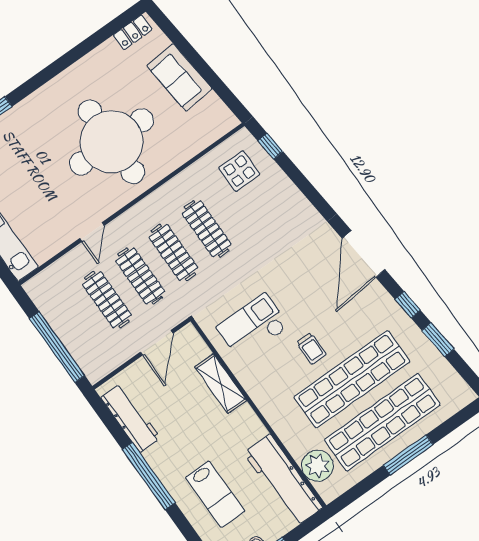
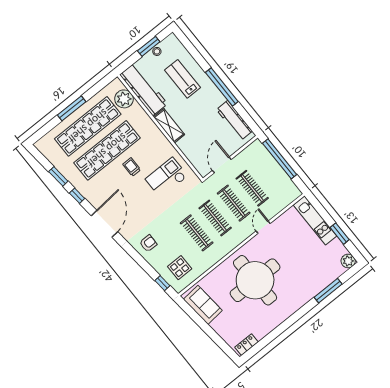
sofa: (180, 77) -> (203, 305), moved
armchair: (291, 216) -> (148, 243), added
checkout: (253, 327) -> (166, 178), turned 180
shelving: (221, 384) -> (169, 126), moved

